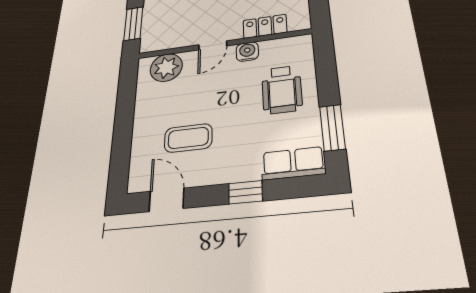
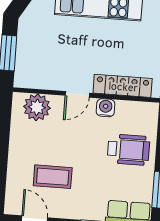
locker: (265, 26) -> (123, 86), width x1.53
wheelchair: (282, 89) -> (129, 150), turned -90

